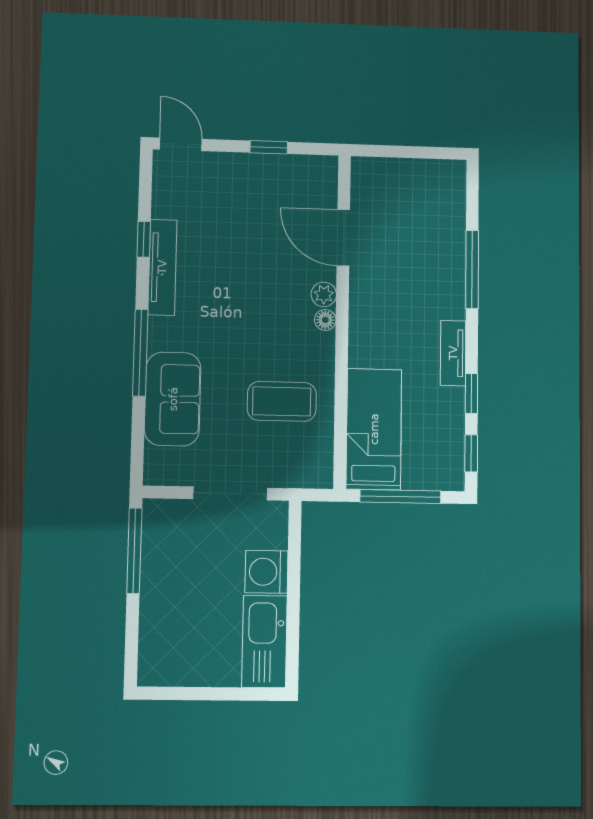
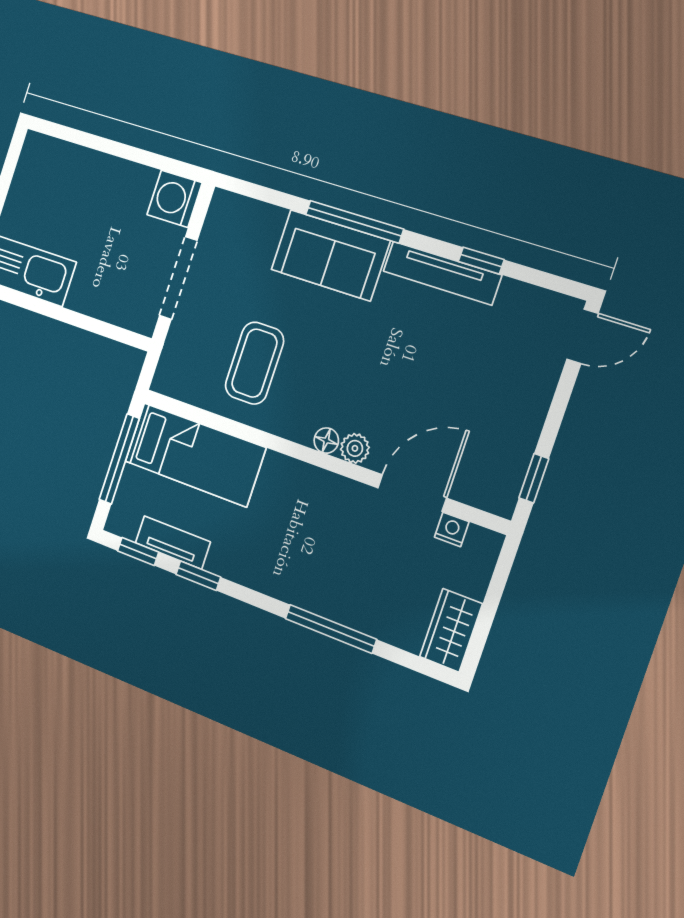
window: (269, 147) -> (534, 478), moved
wardrobe: (437, 176) -> (451, 630), added
nightstand: (361, 198) -> (452, 529), added
tv unit: (453, 353) -> (173, 542), moved
sofa: (173, 399) -> (330, 255), moved
window: (134, 551) -> (154, 160), removed
washing machine: (266, 572) -> (175, 199), moved, turned -90

